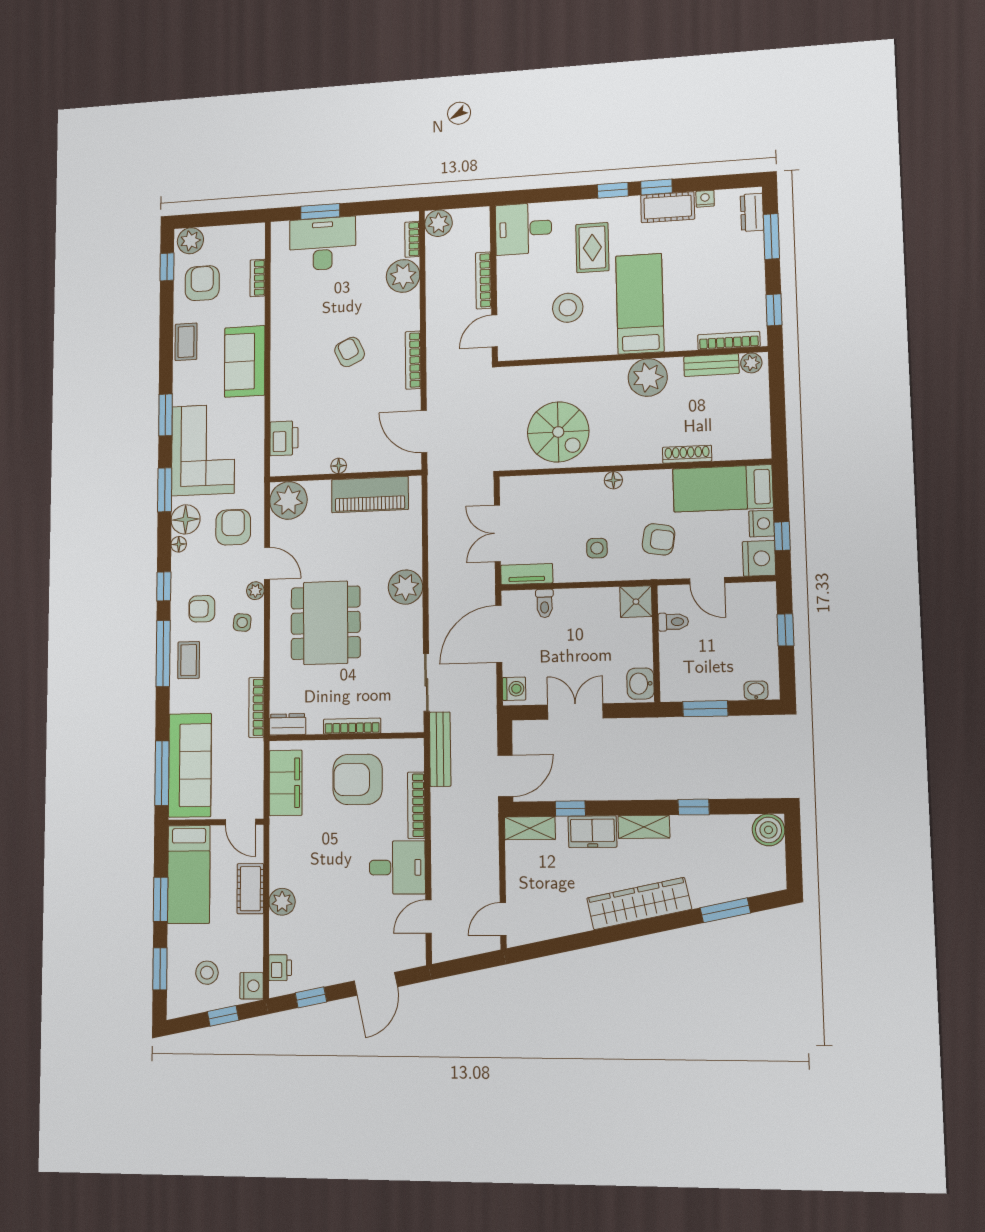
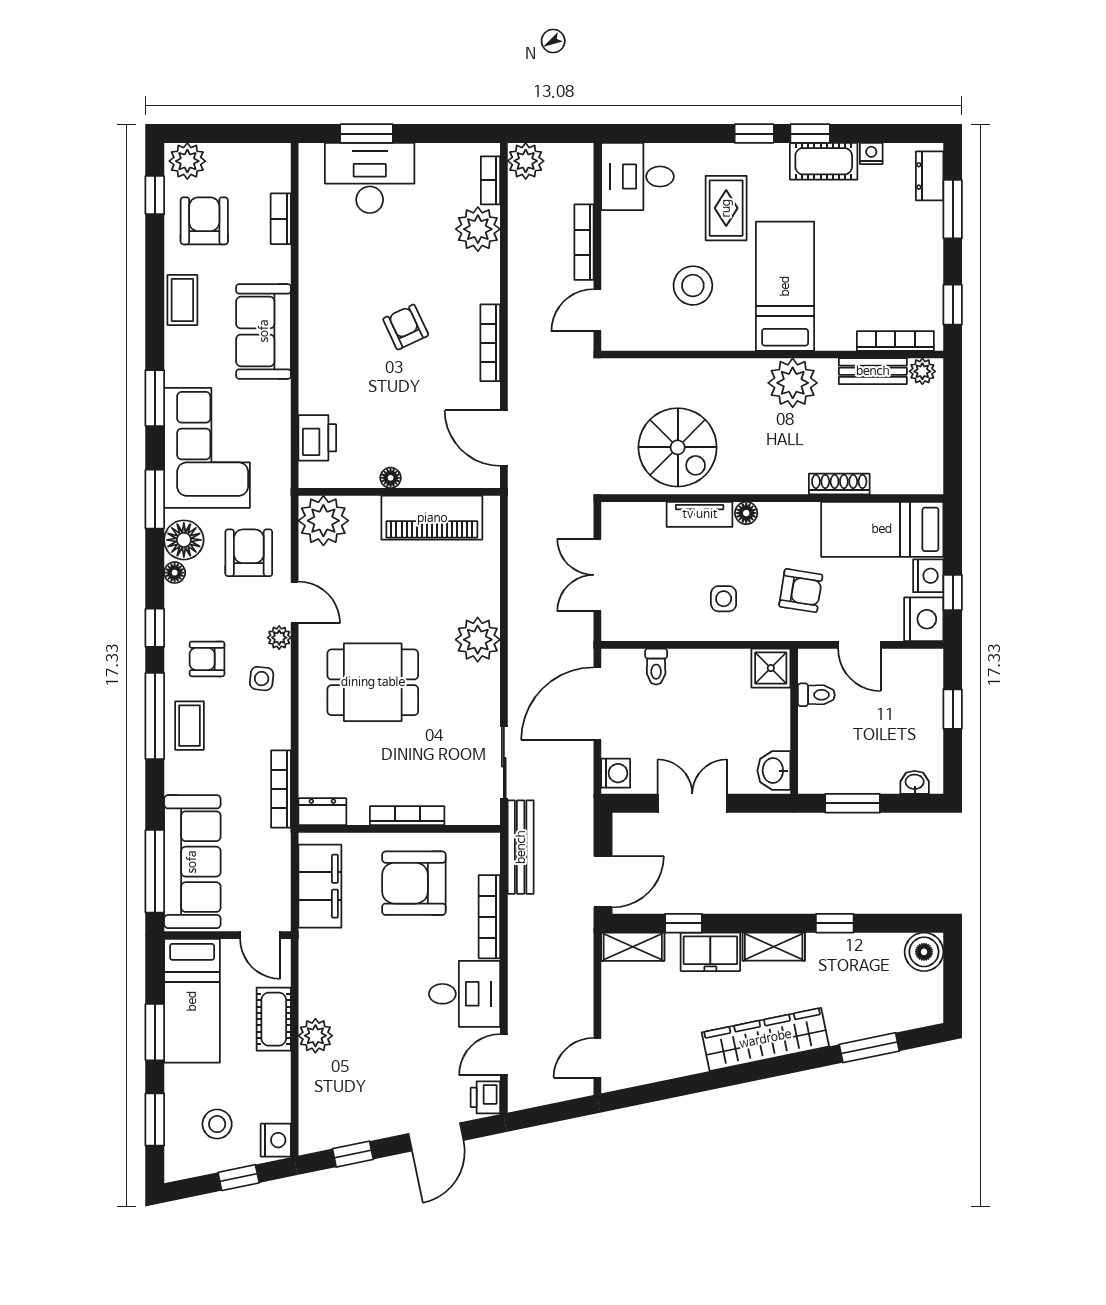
tv unit: (527, 574) -> (700, 514), moved, turned 180
dining table: (326, 623) -> (373, 682), width x0.73
printer: (280, 968) -> (485, 1097), moved, turned 180

